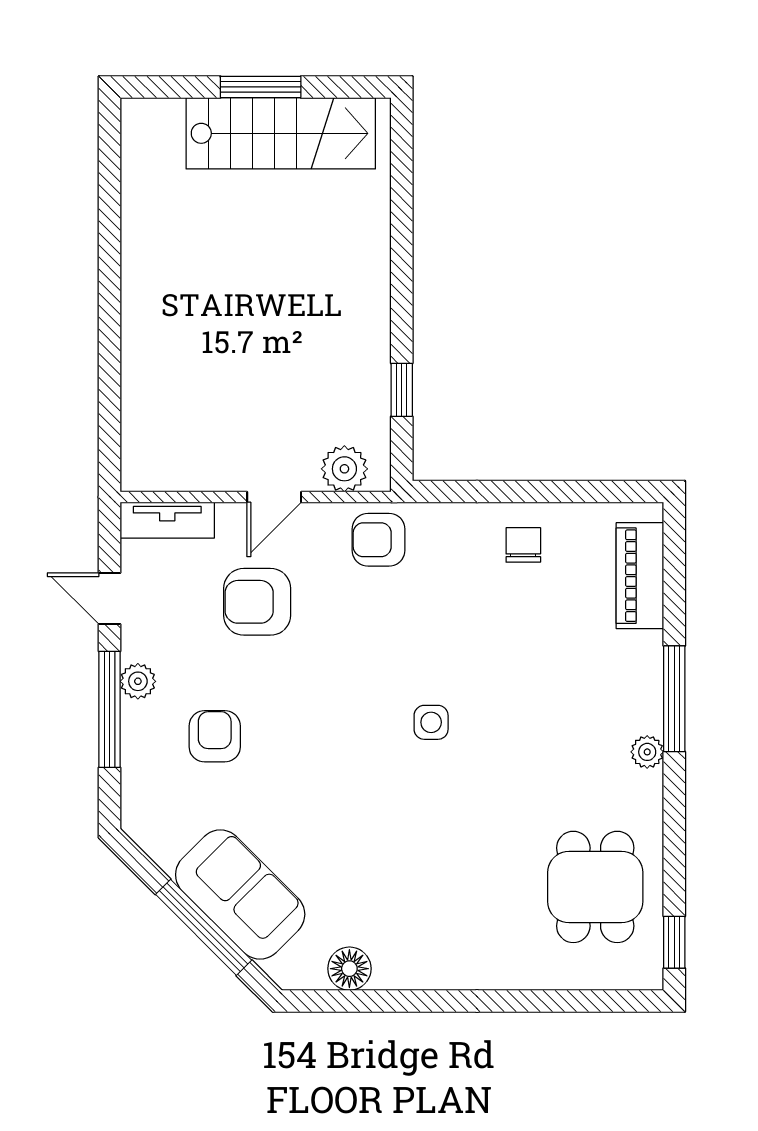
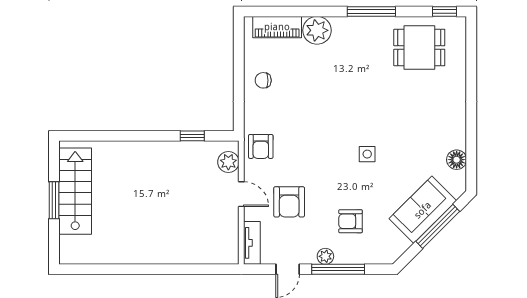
window: (674, 699) -> (371, 11), moved
side table: (431, 722) -> (367, 154), moved
plant: (647, 752) -> (317, 30), moved, width x1.87, depth x1.87

